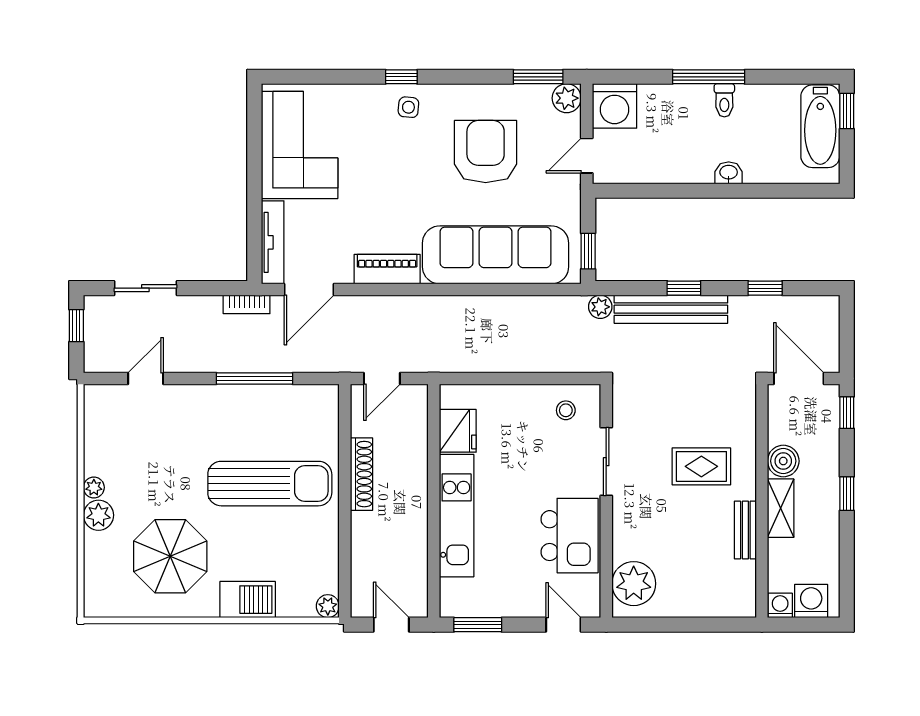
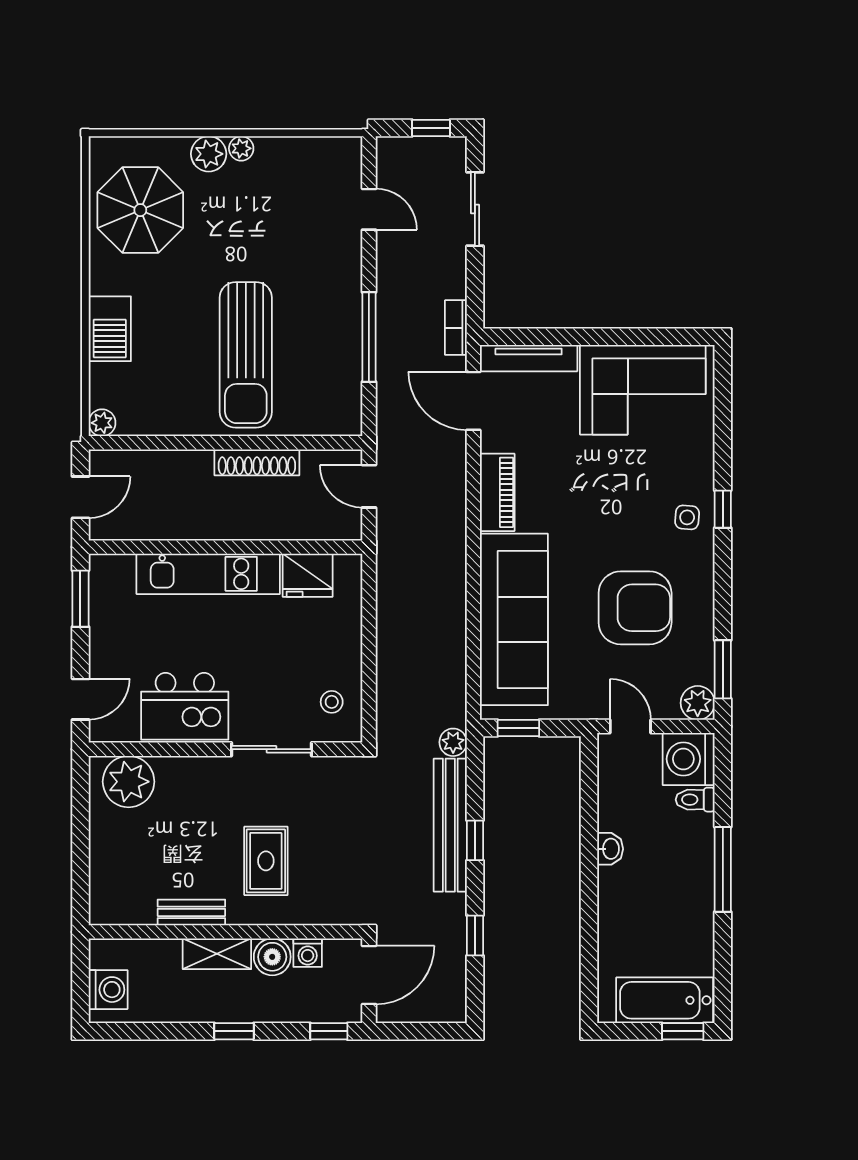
toilet: (724, 100) -> (695, 800), moved
washbasin: (729, 173) -> (610, 849), moved
parasol: (170, 556) -> (140, 210), moved
washing machine: (780, 605) -> (308, 953), moved, turned 90

